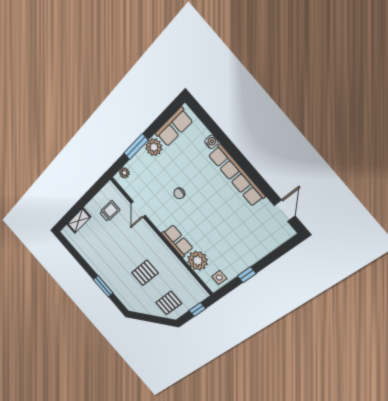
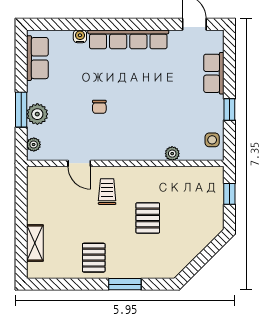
plant: (154, 147) -> (37, 114), moved
trolley: (110, 211) -> (107, 192), moved
row of seats: (177, 241) -> (214, 73), moved, turned -90
plant: (198, 261) -> (172, 154), width x0.53, depth x0.53
pallet: (169, 303) -> (94, 258), moved

